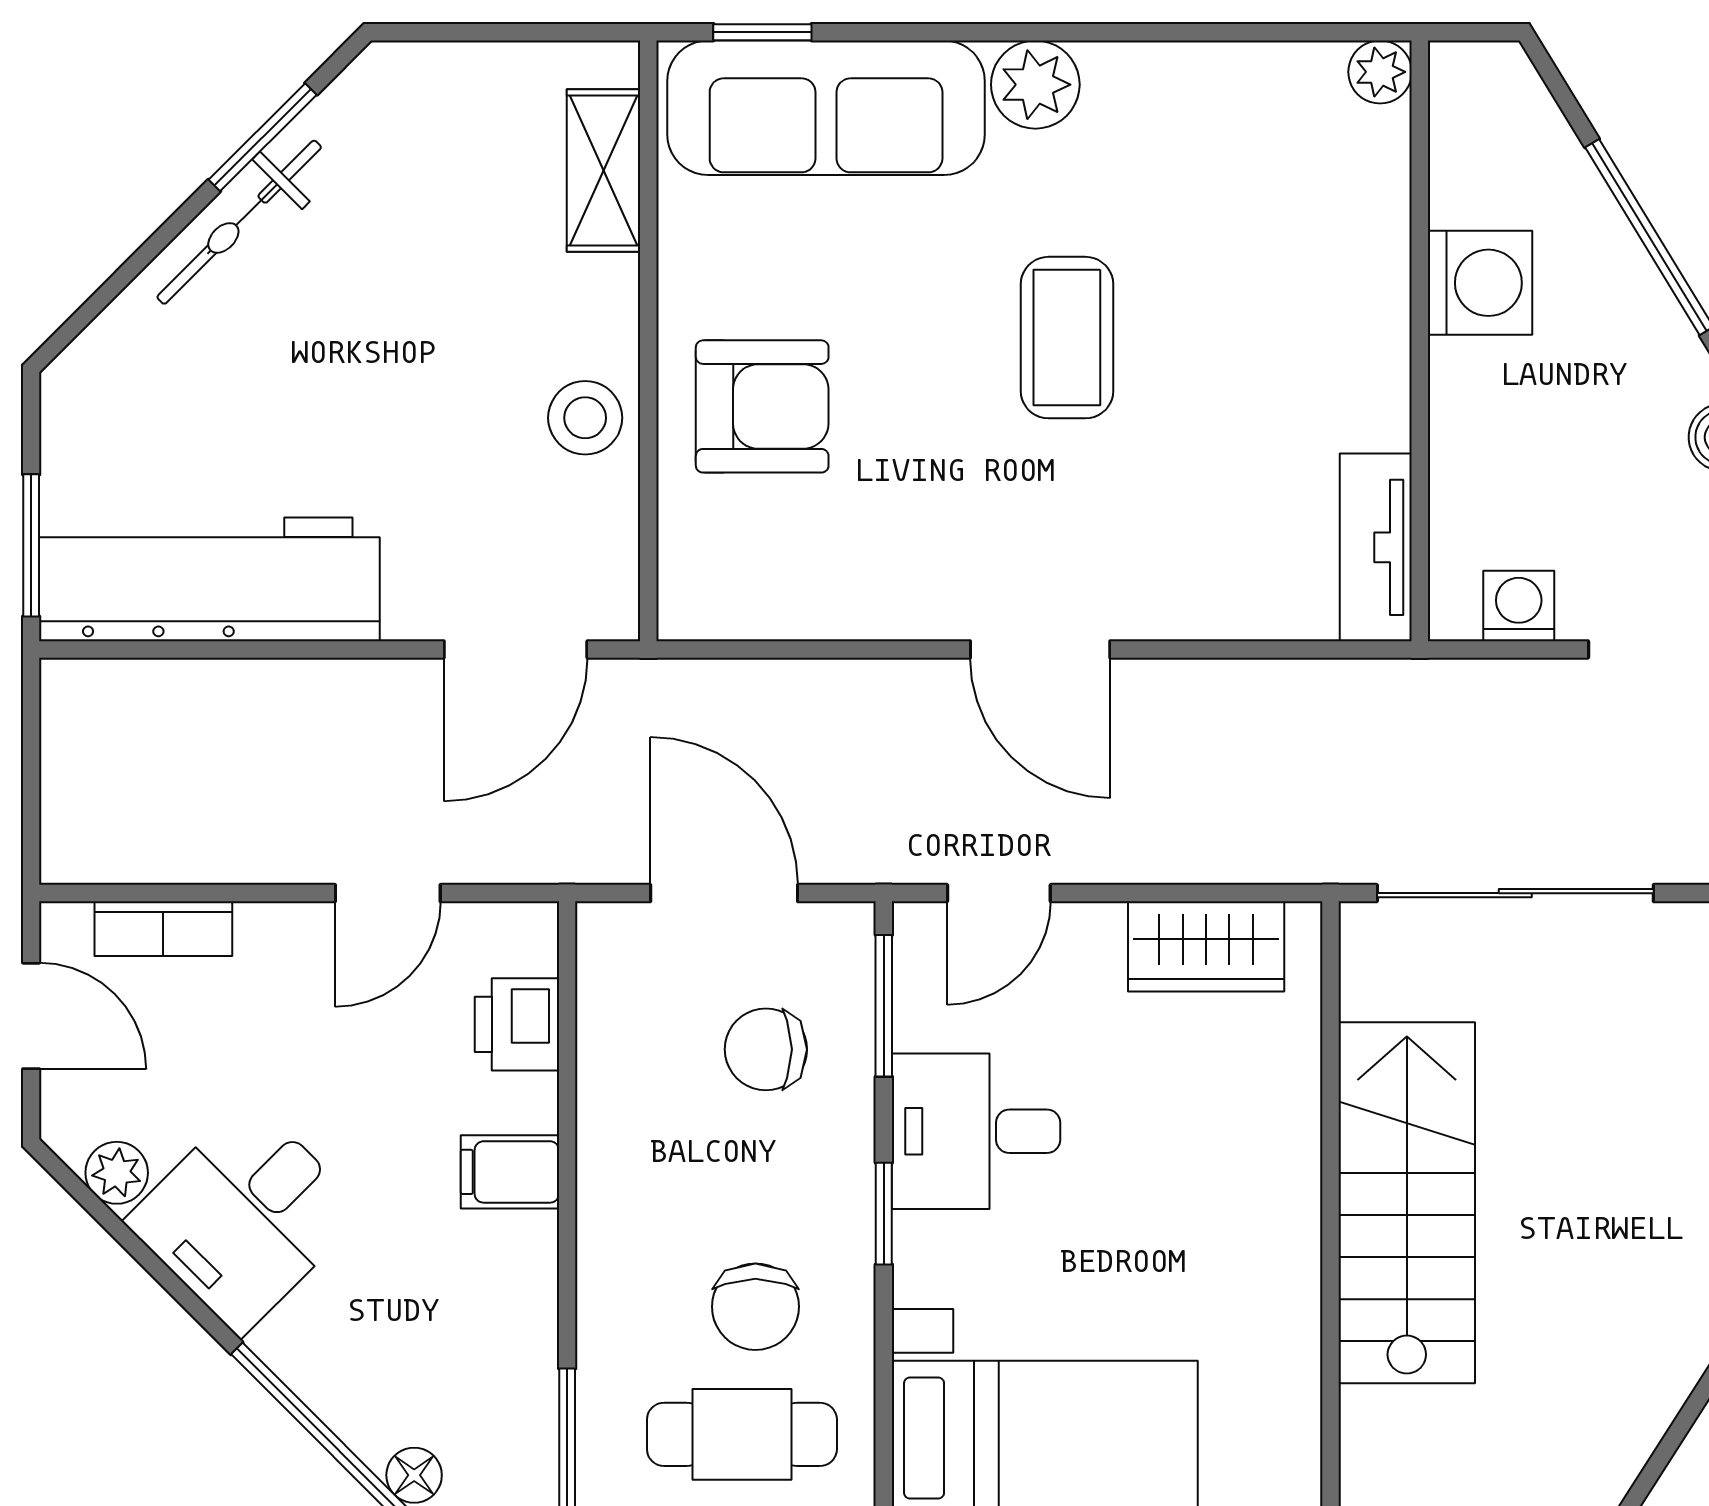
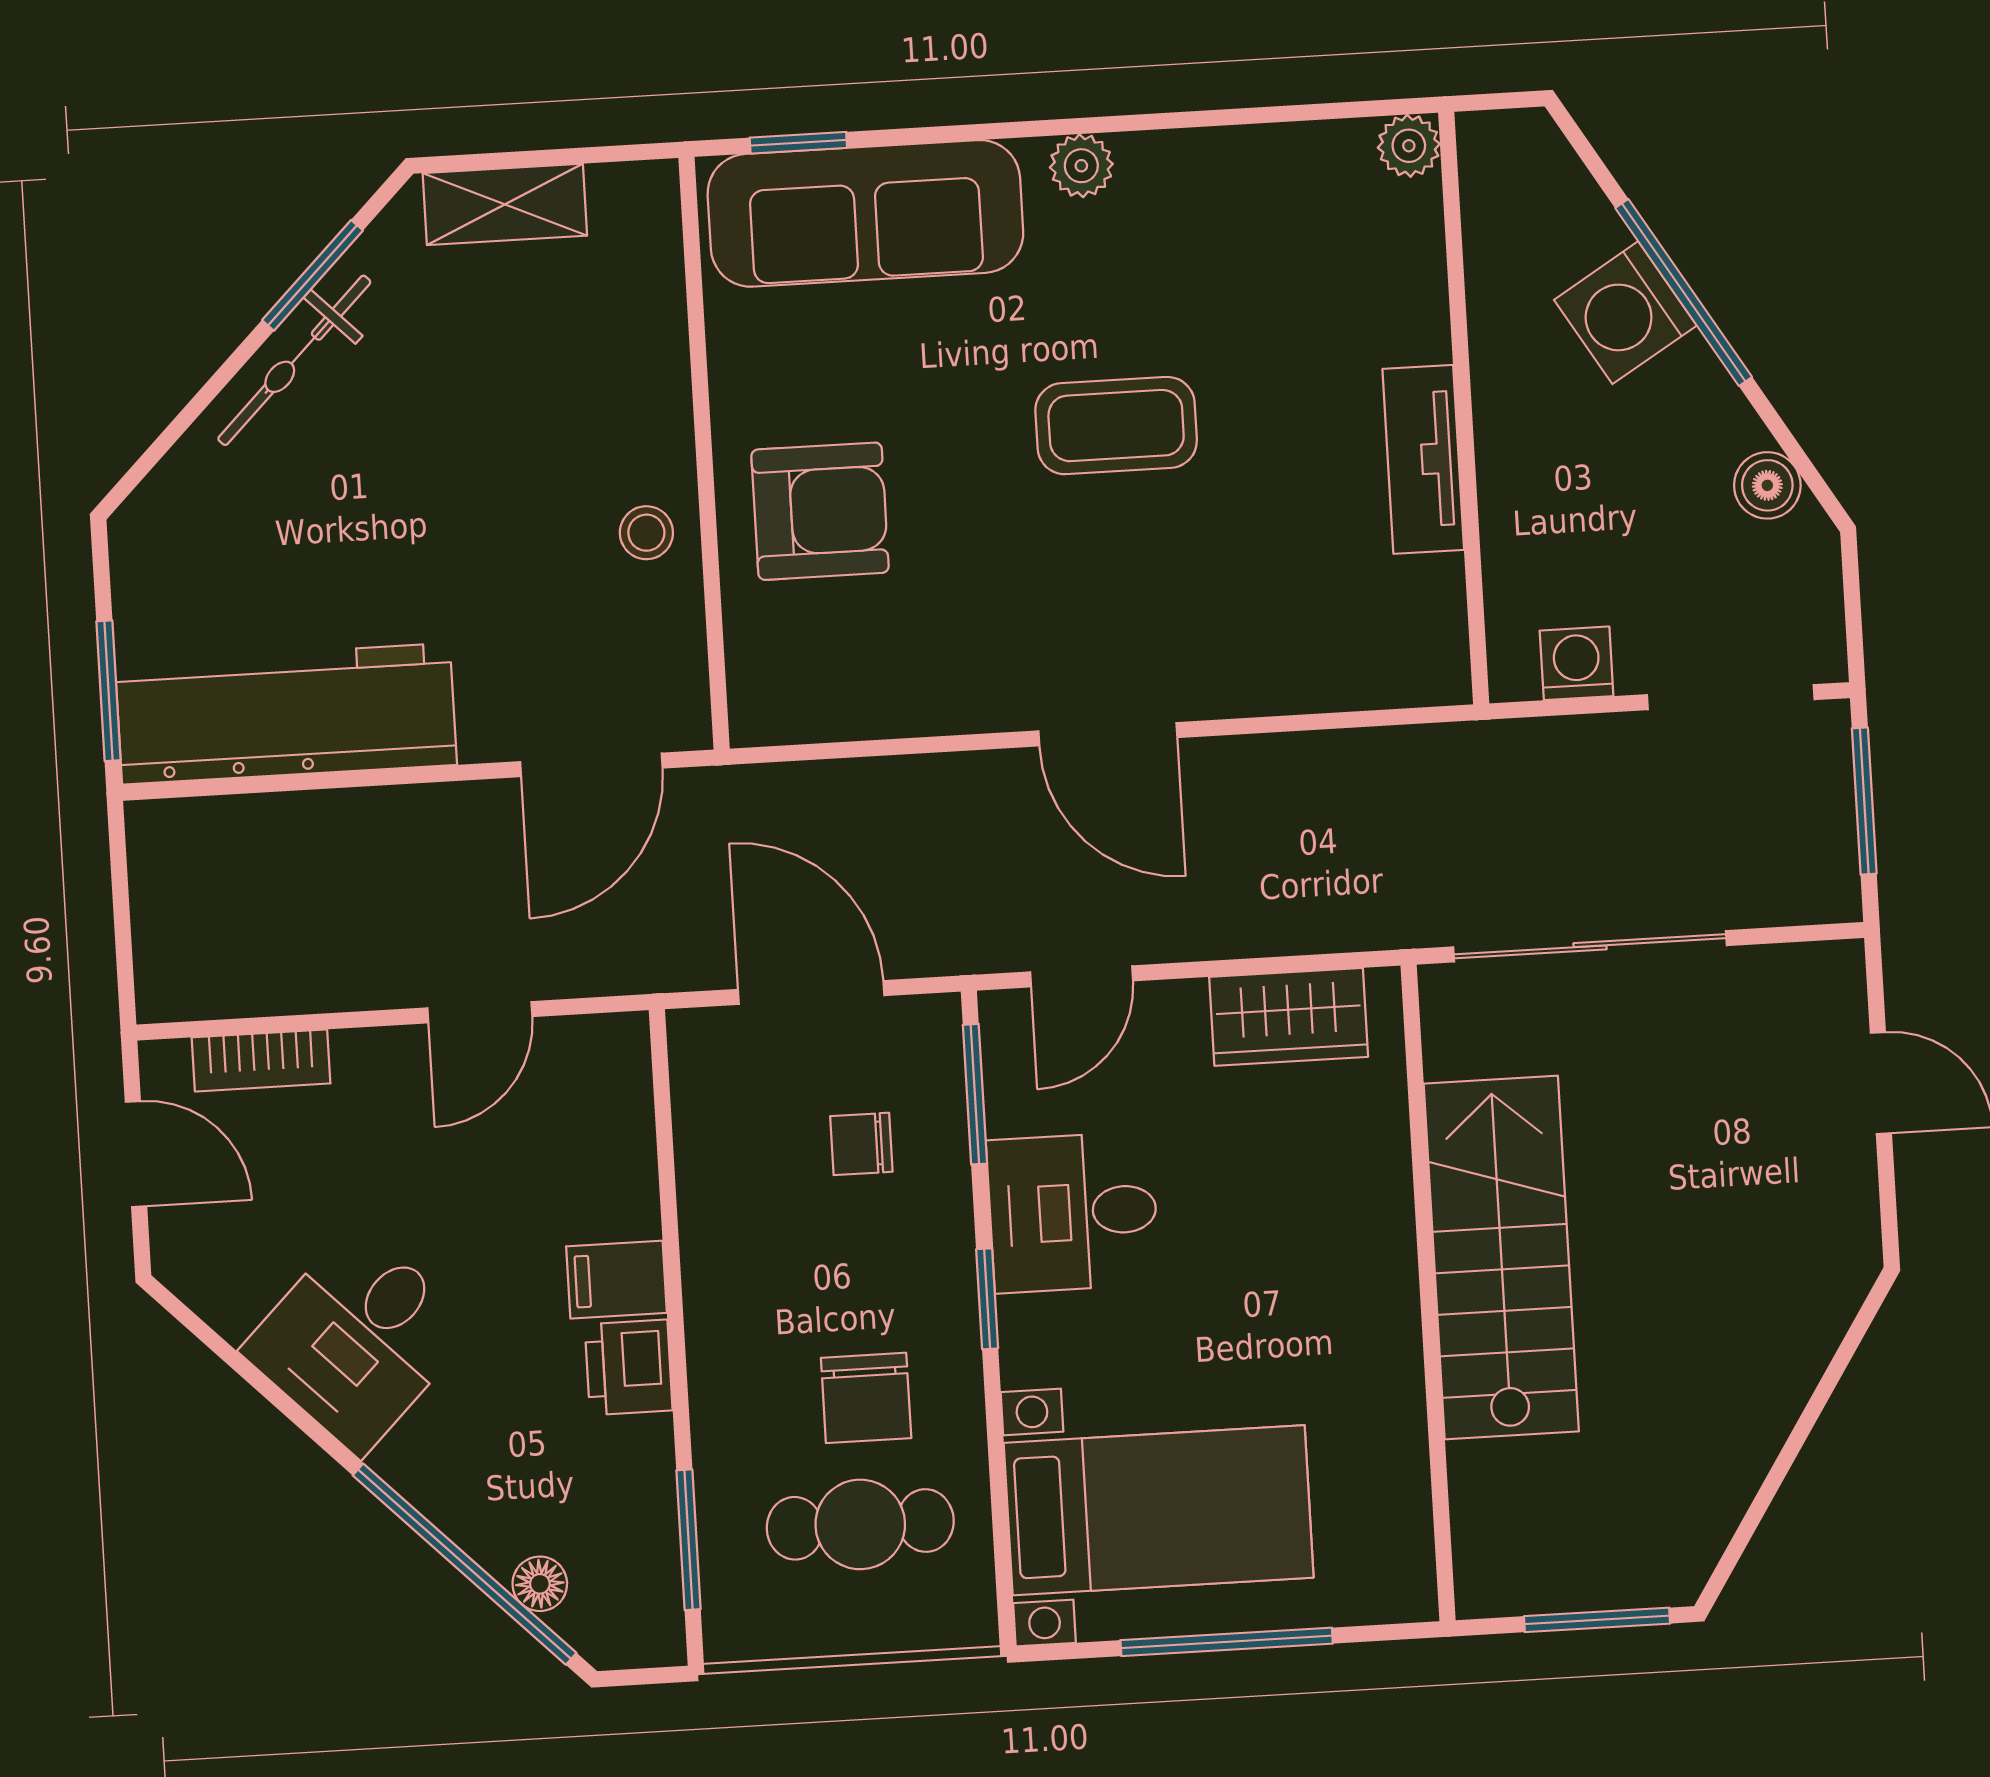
plant: (1035, 85) -> (1081, 166), width x0.73, depth x0.73
shelving: (604, 171) -> (505, 204), moved, turned 90
washing machine: (1480, 283) -> (1625, 313), moved, turned 149
coffee table: (1067, 338) -> (1116, 426), turned 90
stool: (585, 418) -> (646, 533), width x0.73, depth x0.73
tv unit: (1376, 547) -> (1423, 459), moved
printer: (517, 1024) -> (629, 1367), moved
chair: (766, 1049) -> (861, 1144), width x0.73, depth x0.73
plant: (117, 1173) -> (229, 1303), removed

